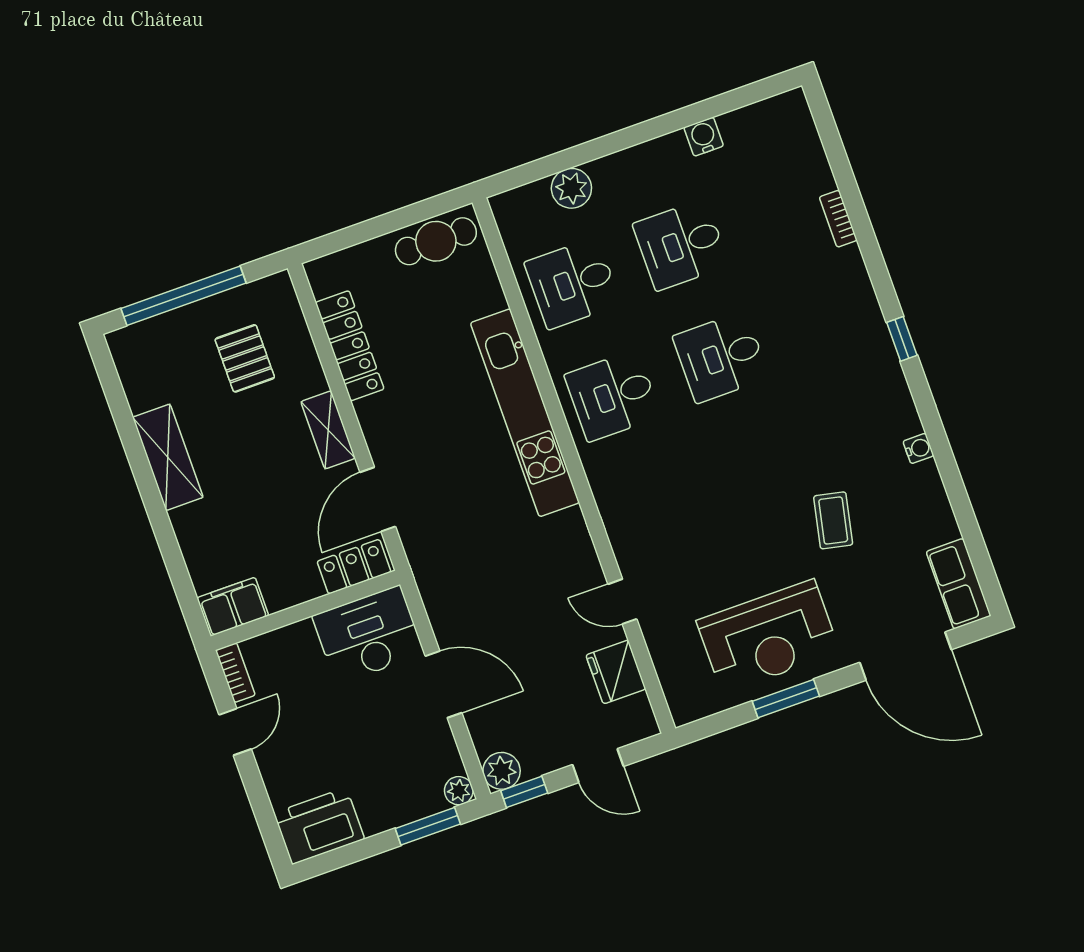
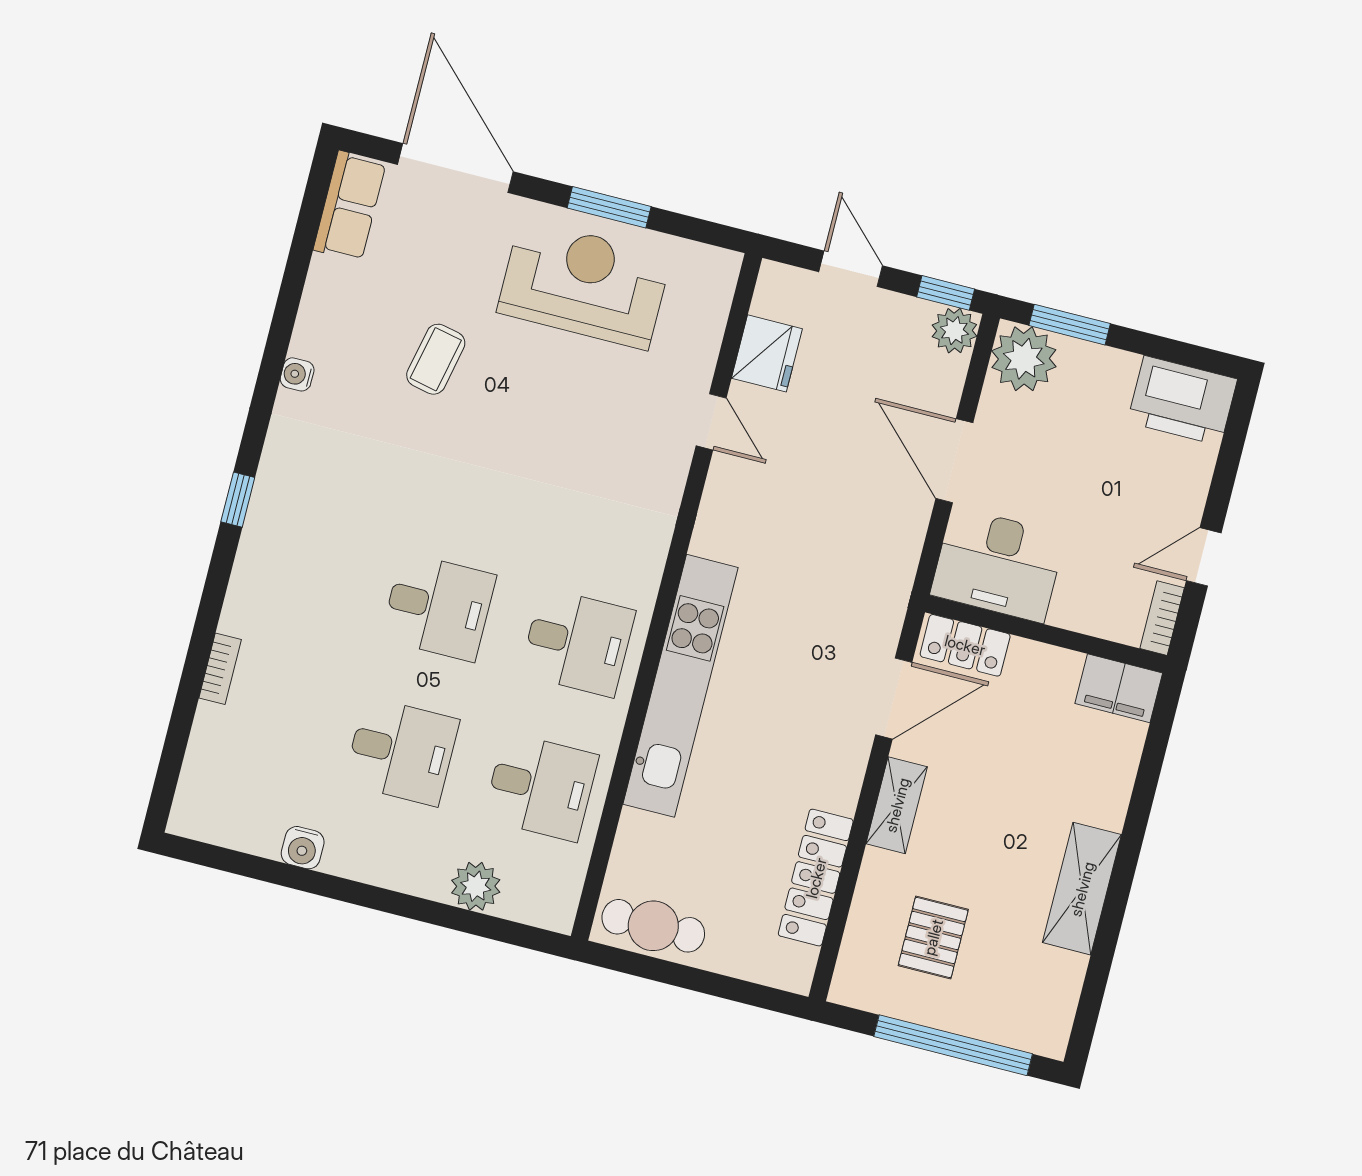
plant: (459, 791) -> (1024, 359), width x1.87, depth x1.87

